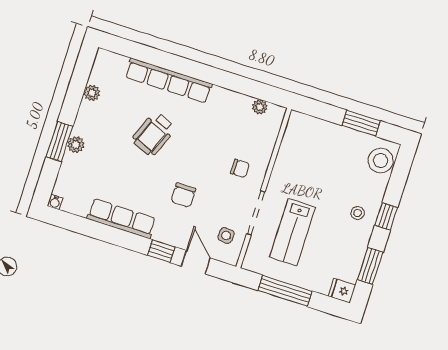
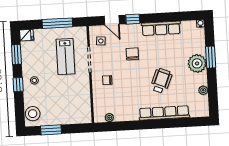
plant: (76, 145) -> (197, 63), width x1.88, depth x1.88
lab bench: (293, 232) -> (66, 57), turned 180

